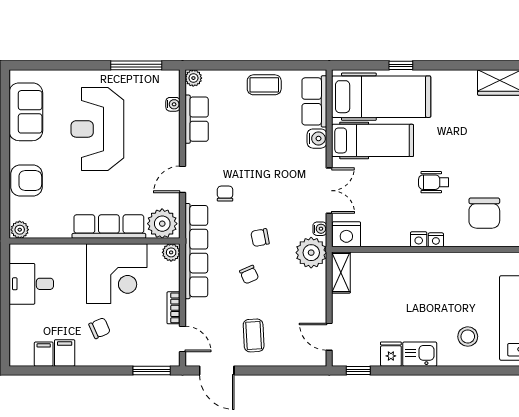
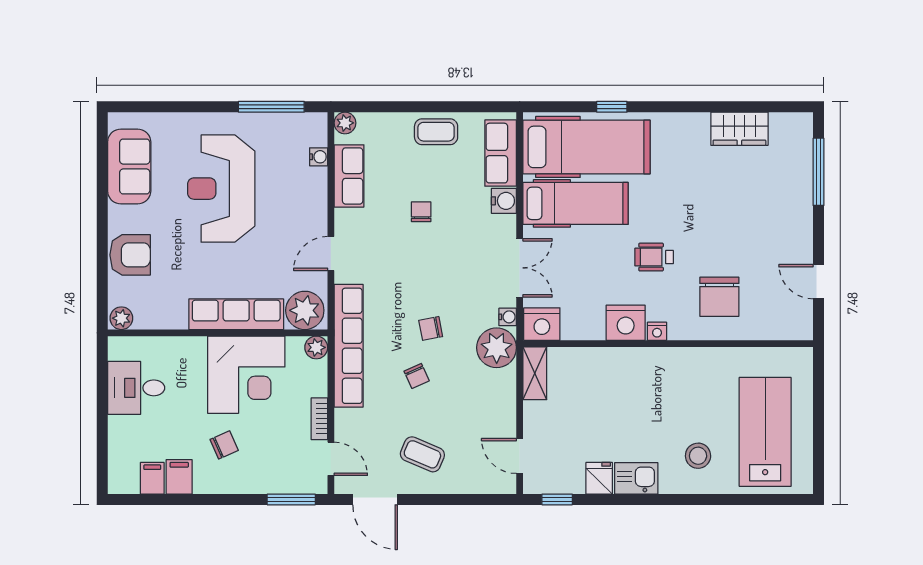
chair: (225, 194) -> (421, 212), moved
nightstand: (419, 239) -> (626, 323), width x1.89, depth x1.79
coffee table: (254, 335) -> (422, 454), turned -64

